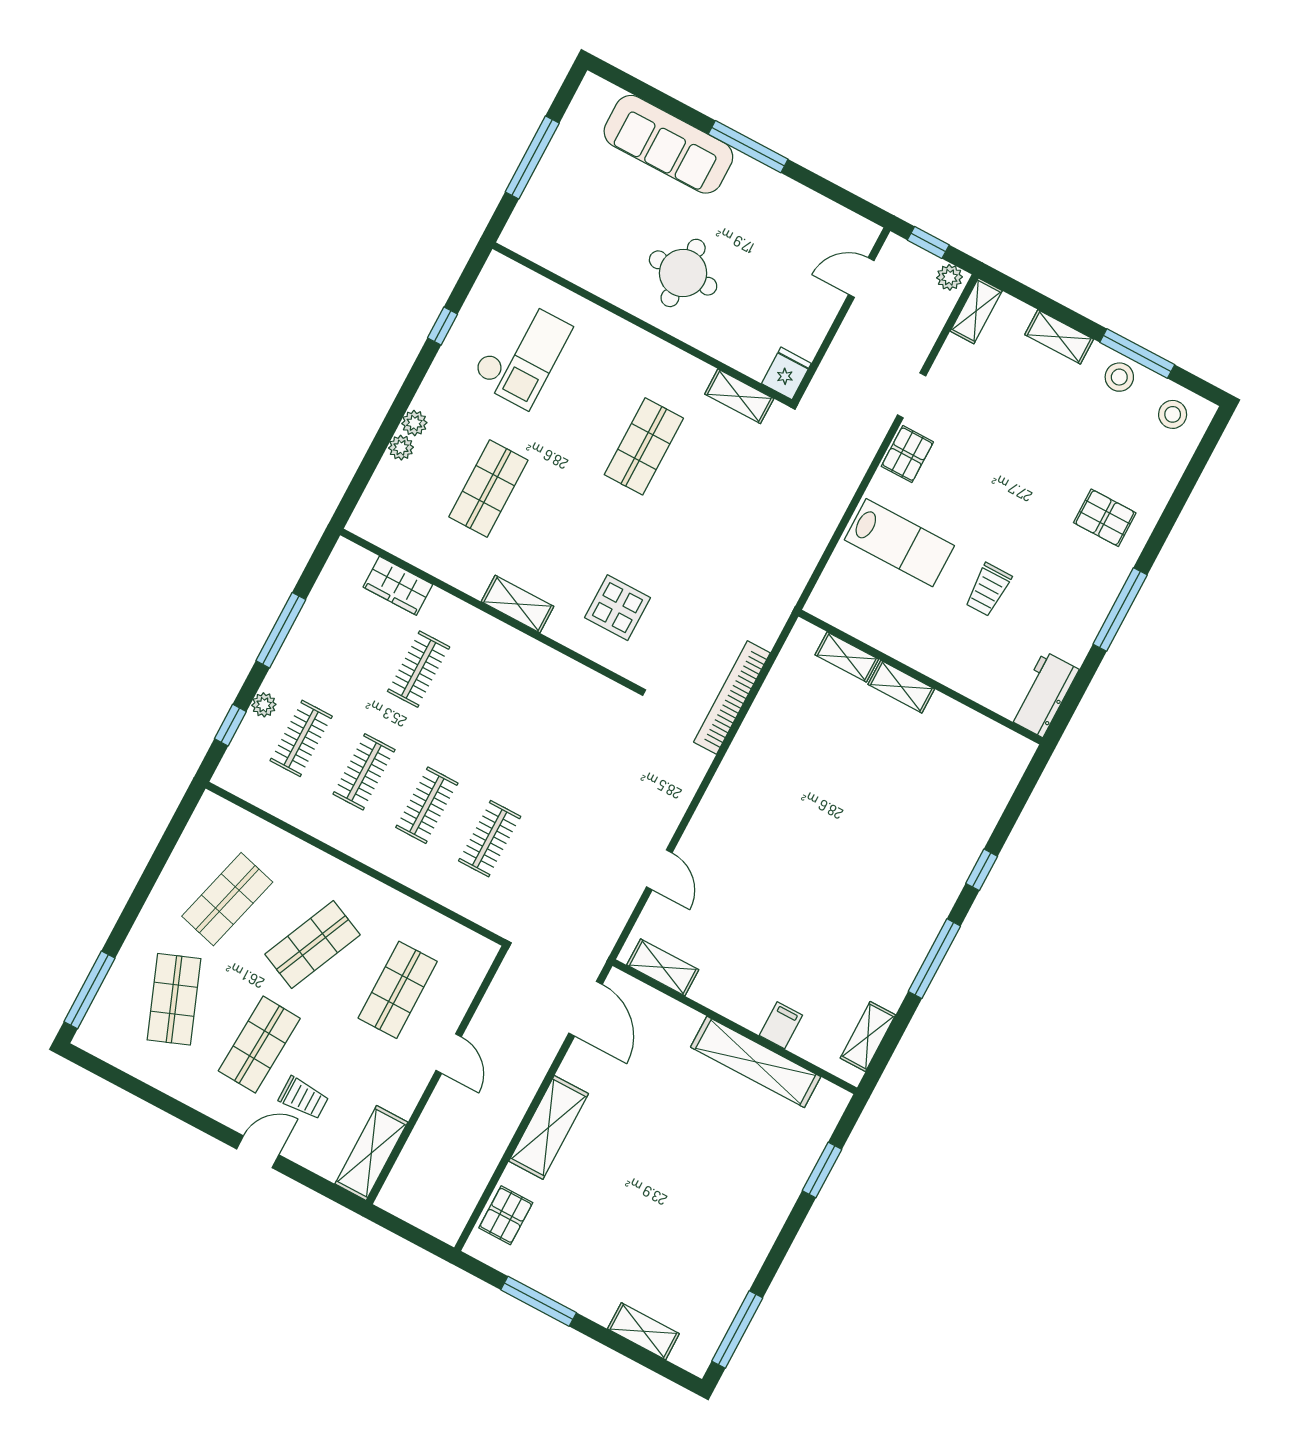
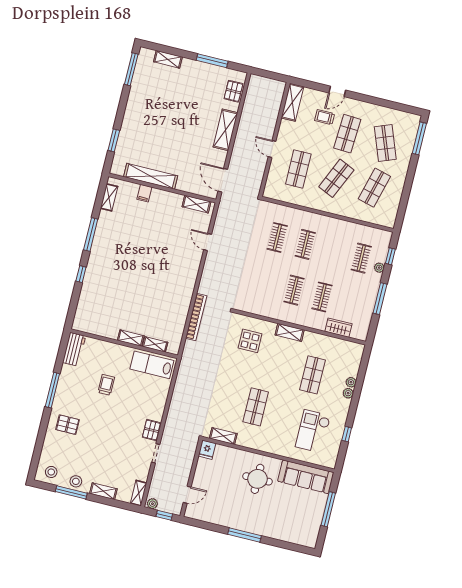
sofa: (668, 144) -> (306, 477), moved, turned 180
lab bench: (899, 543) -> (152, 365), moved
clothes rail: (364, 772) -> (294, 290), moved

